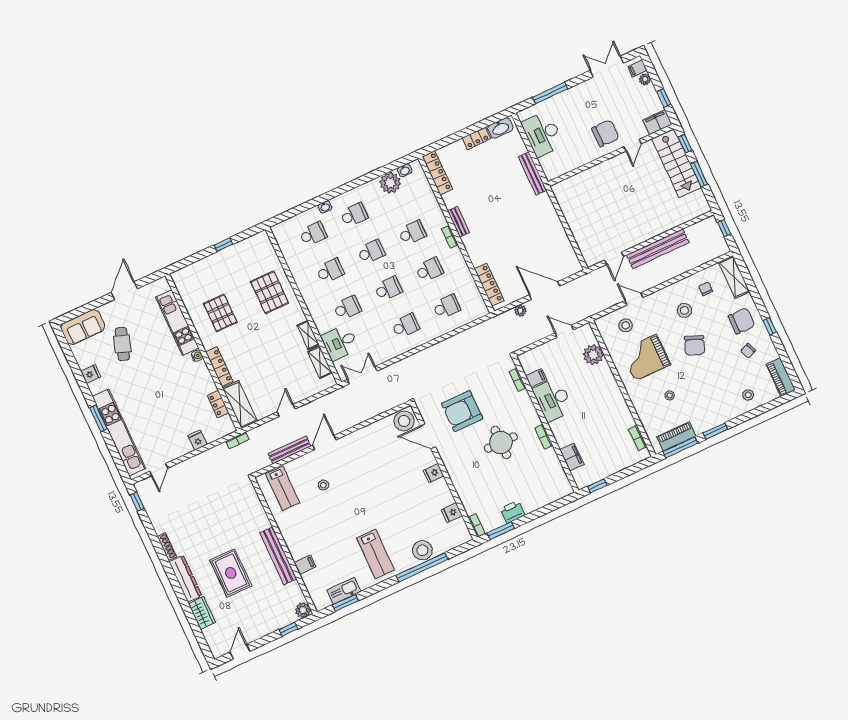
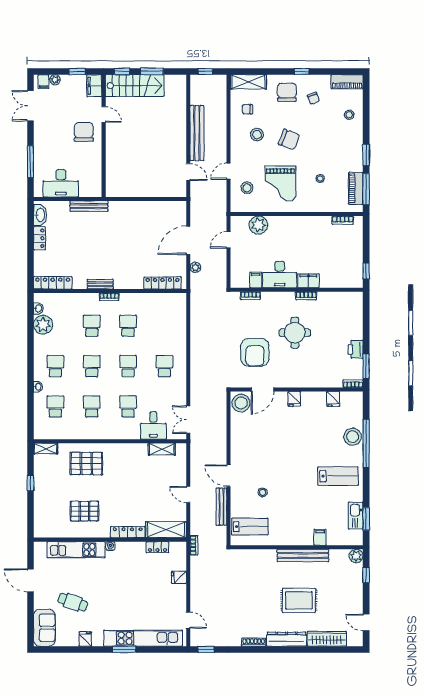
school desk: (446, 307) -> (164, 326), removed
shelving: (308, 335) -> (46, 449), moved
filing cabinet: (572, 457) -> (308, 281), moved
wardrobe: (202, 613) -> (327, 639), width x1.50

